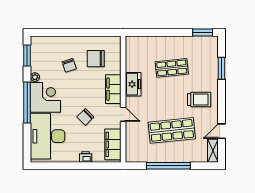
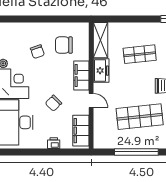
shelving: (132, 54) -> (101, 40), added

